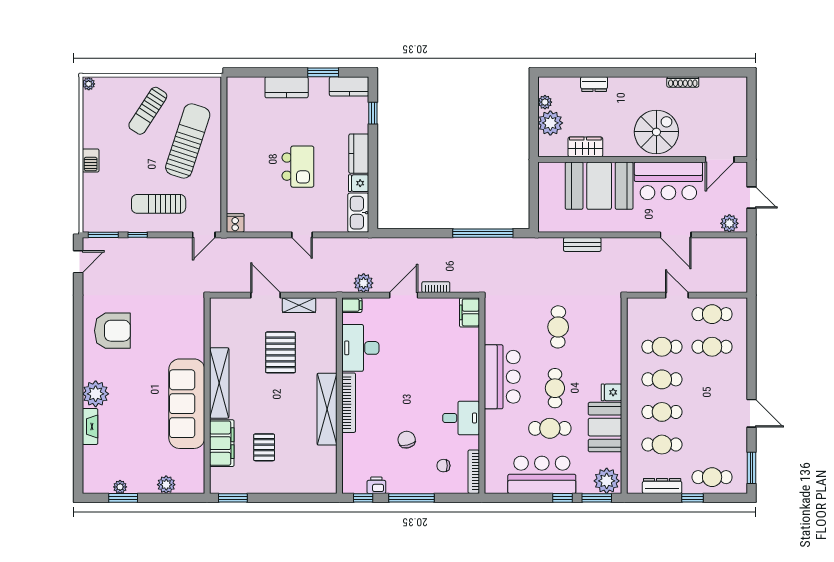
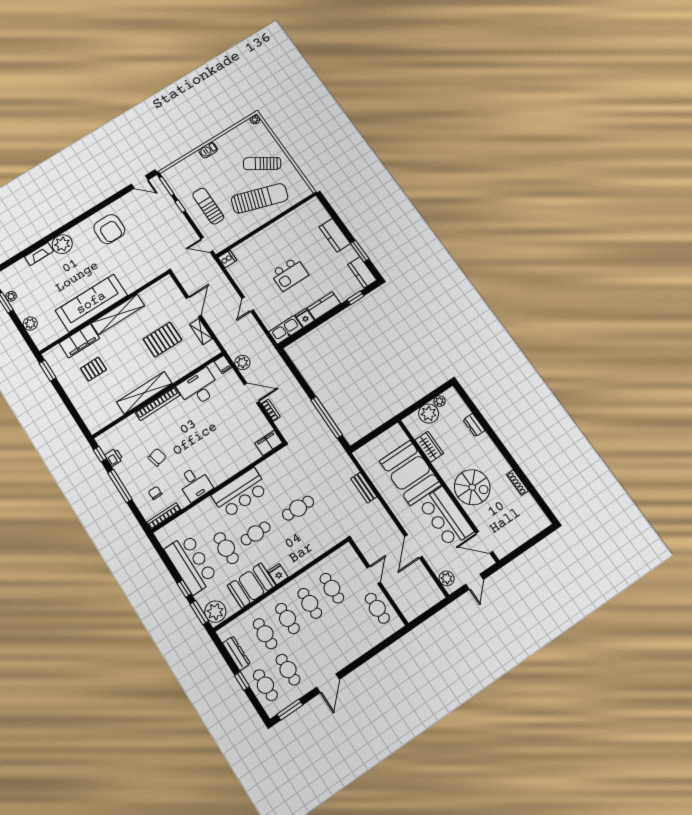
cafe table: (712, 347) -> (288, 670), moved

